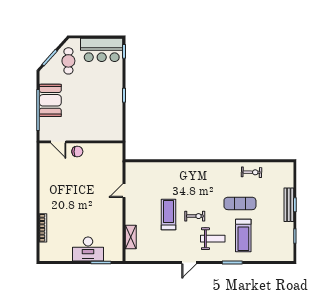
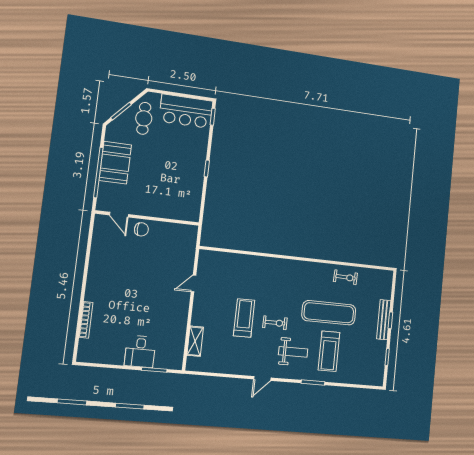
exercise mat: (240, 203) -> (329, 313), width x1.36, depth x1.45
desk: (88, 249) -> (140, 352), width x0.73

